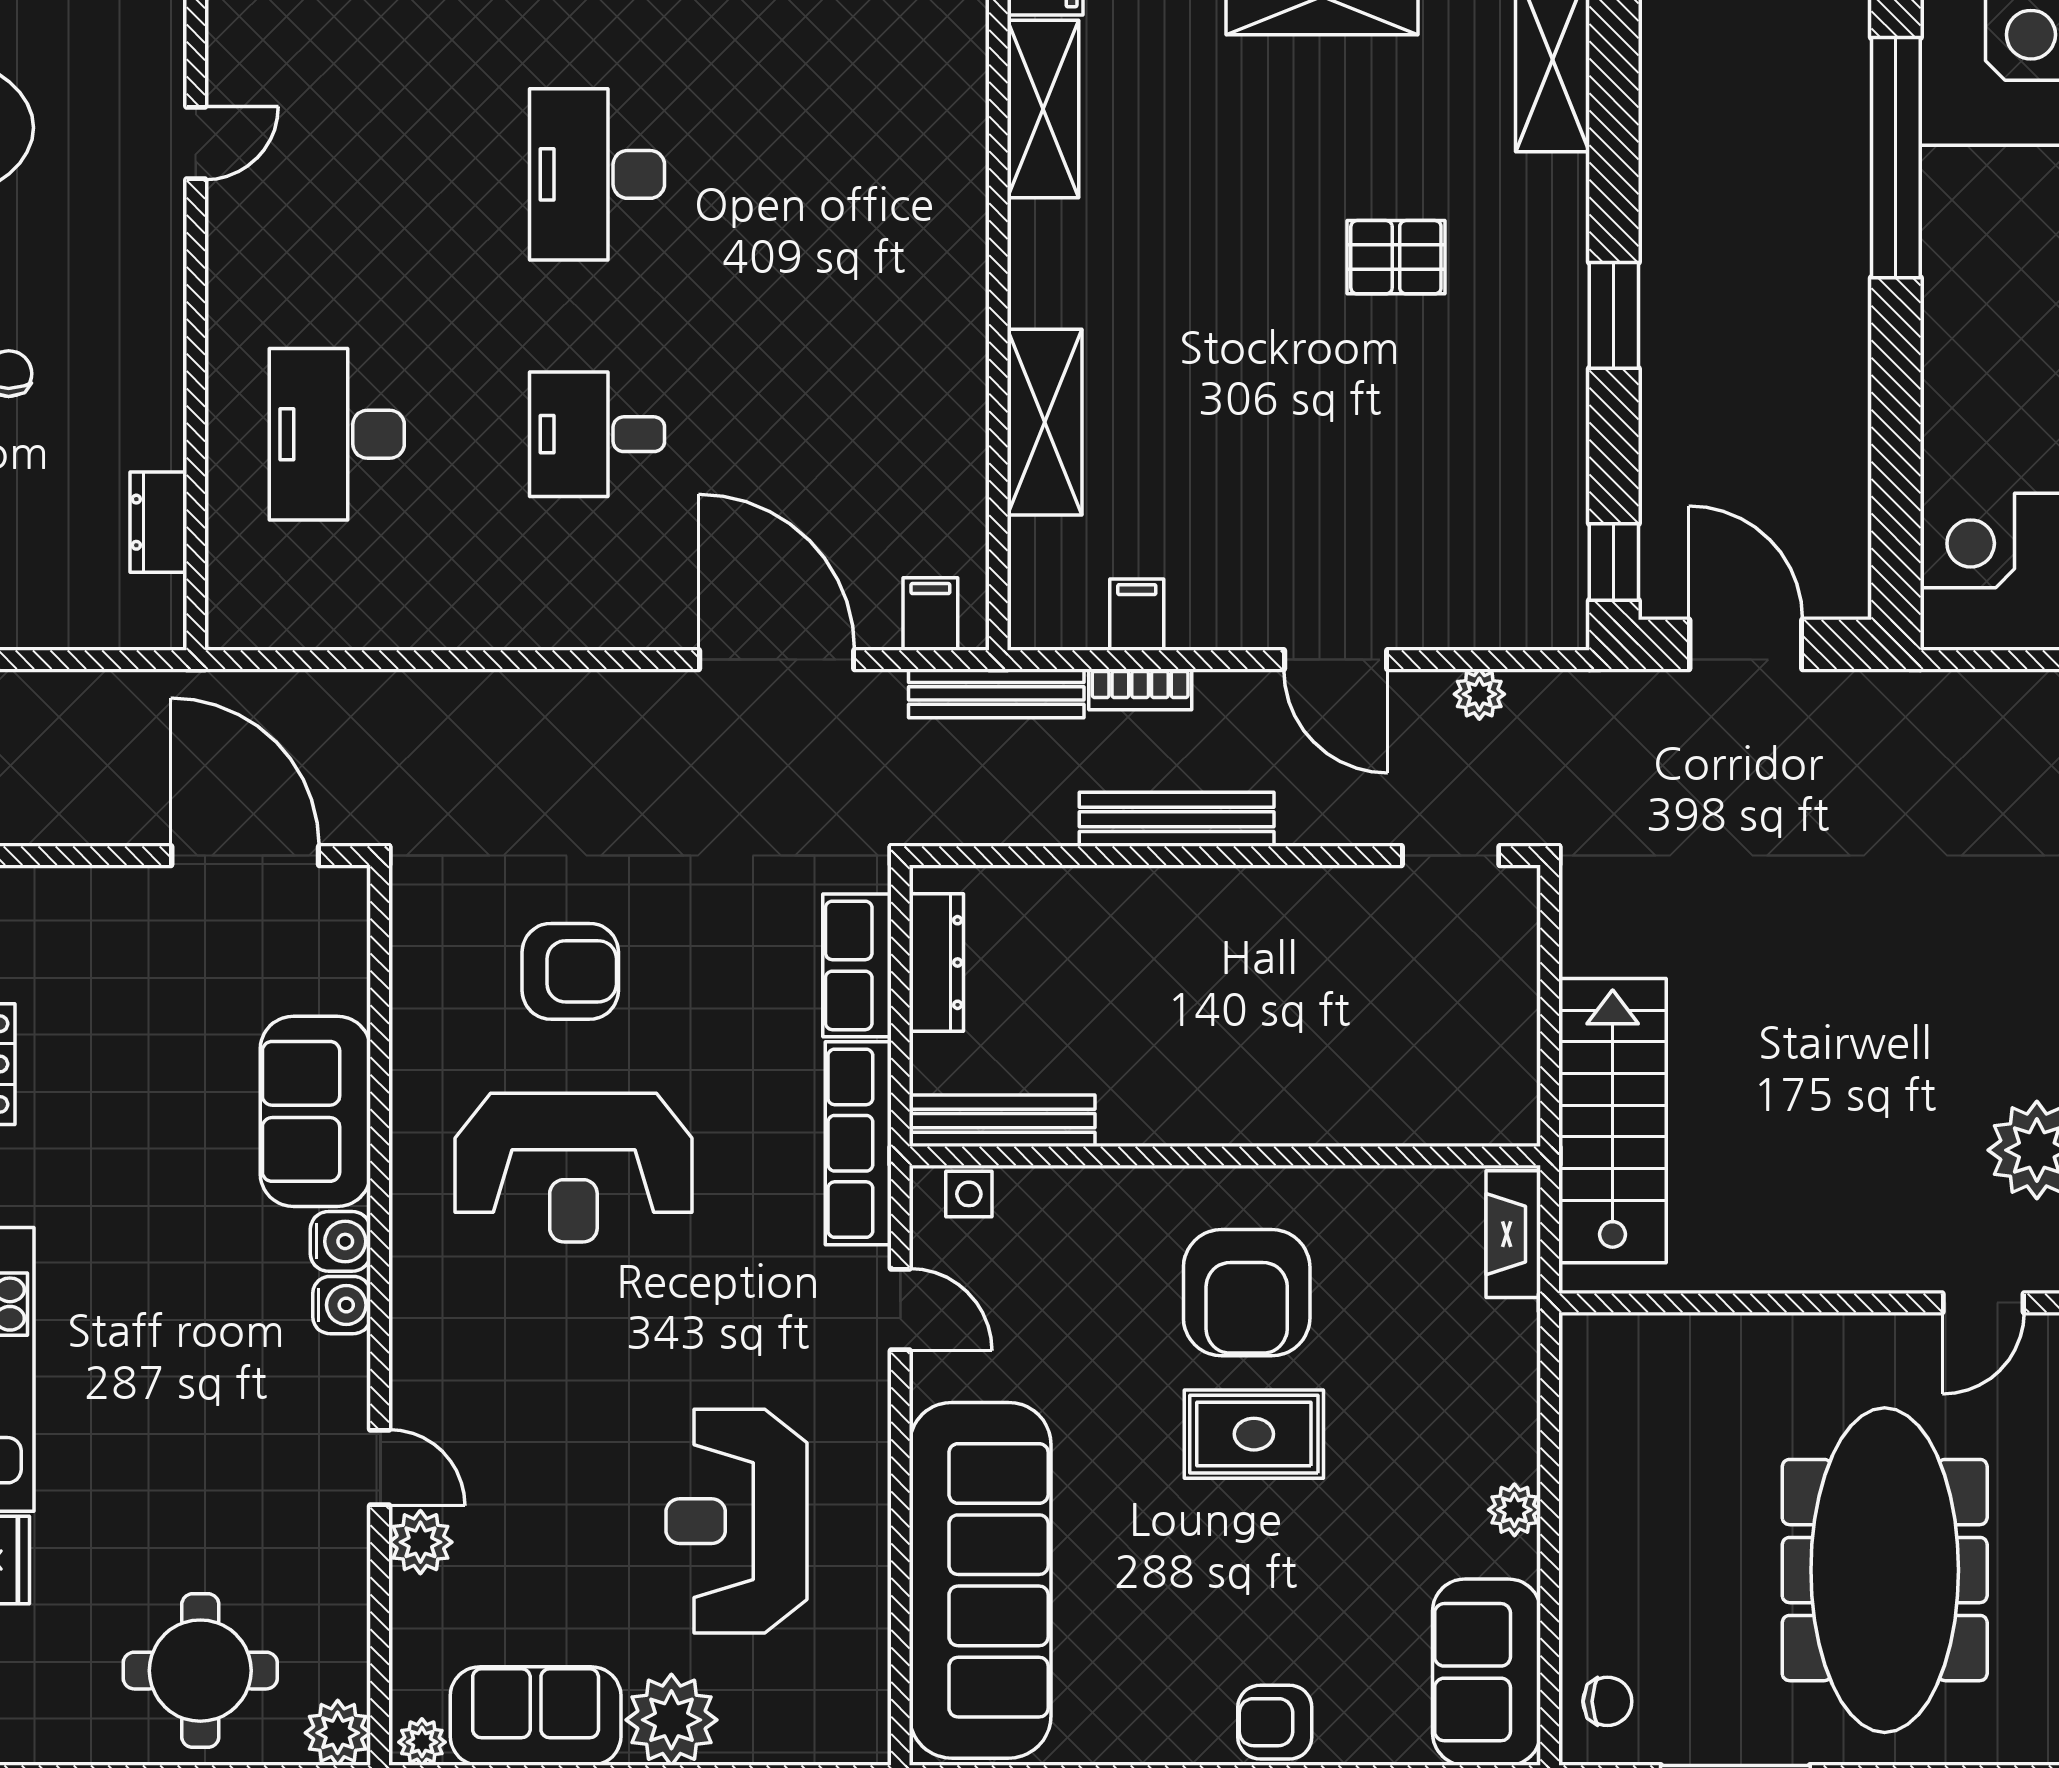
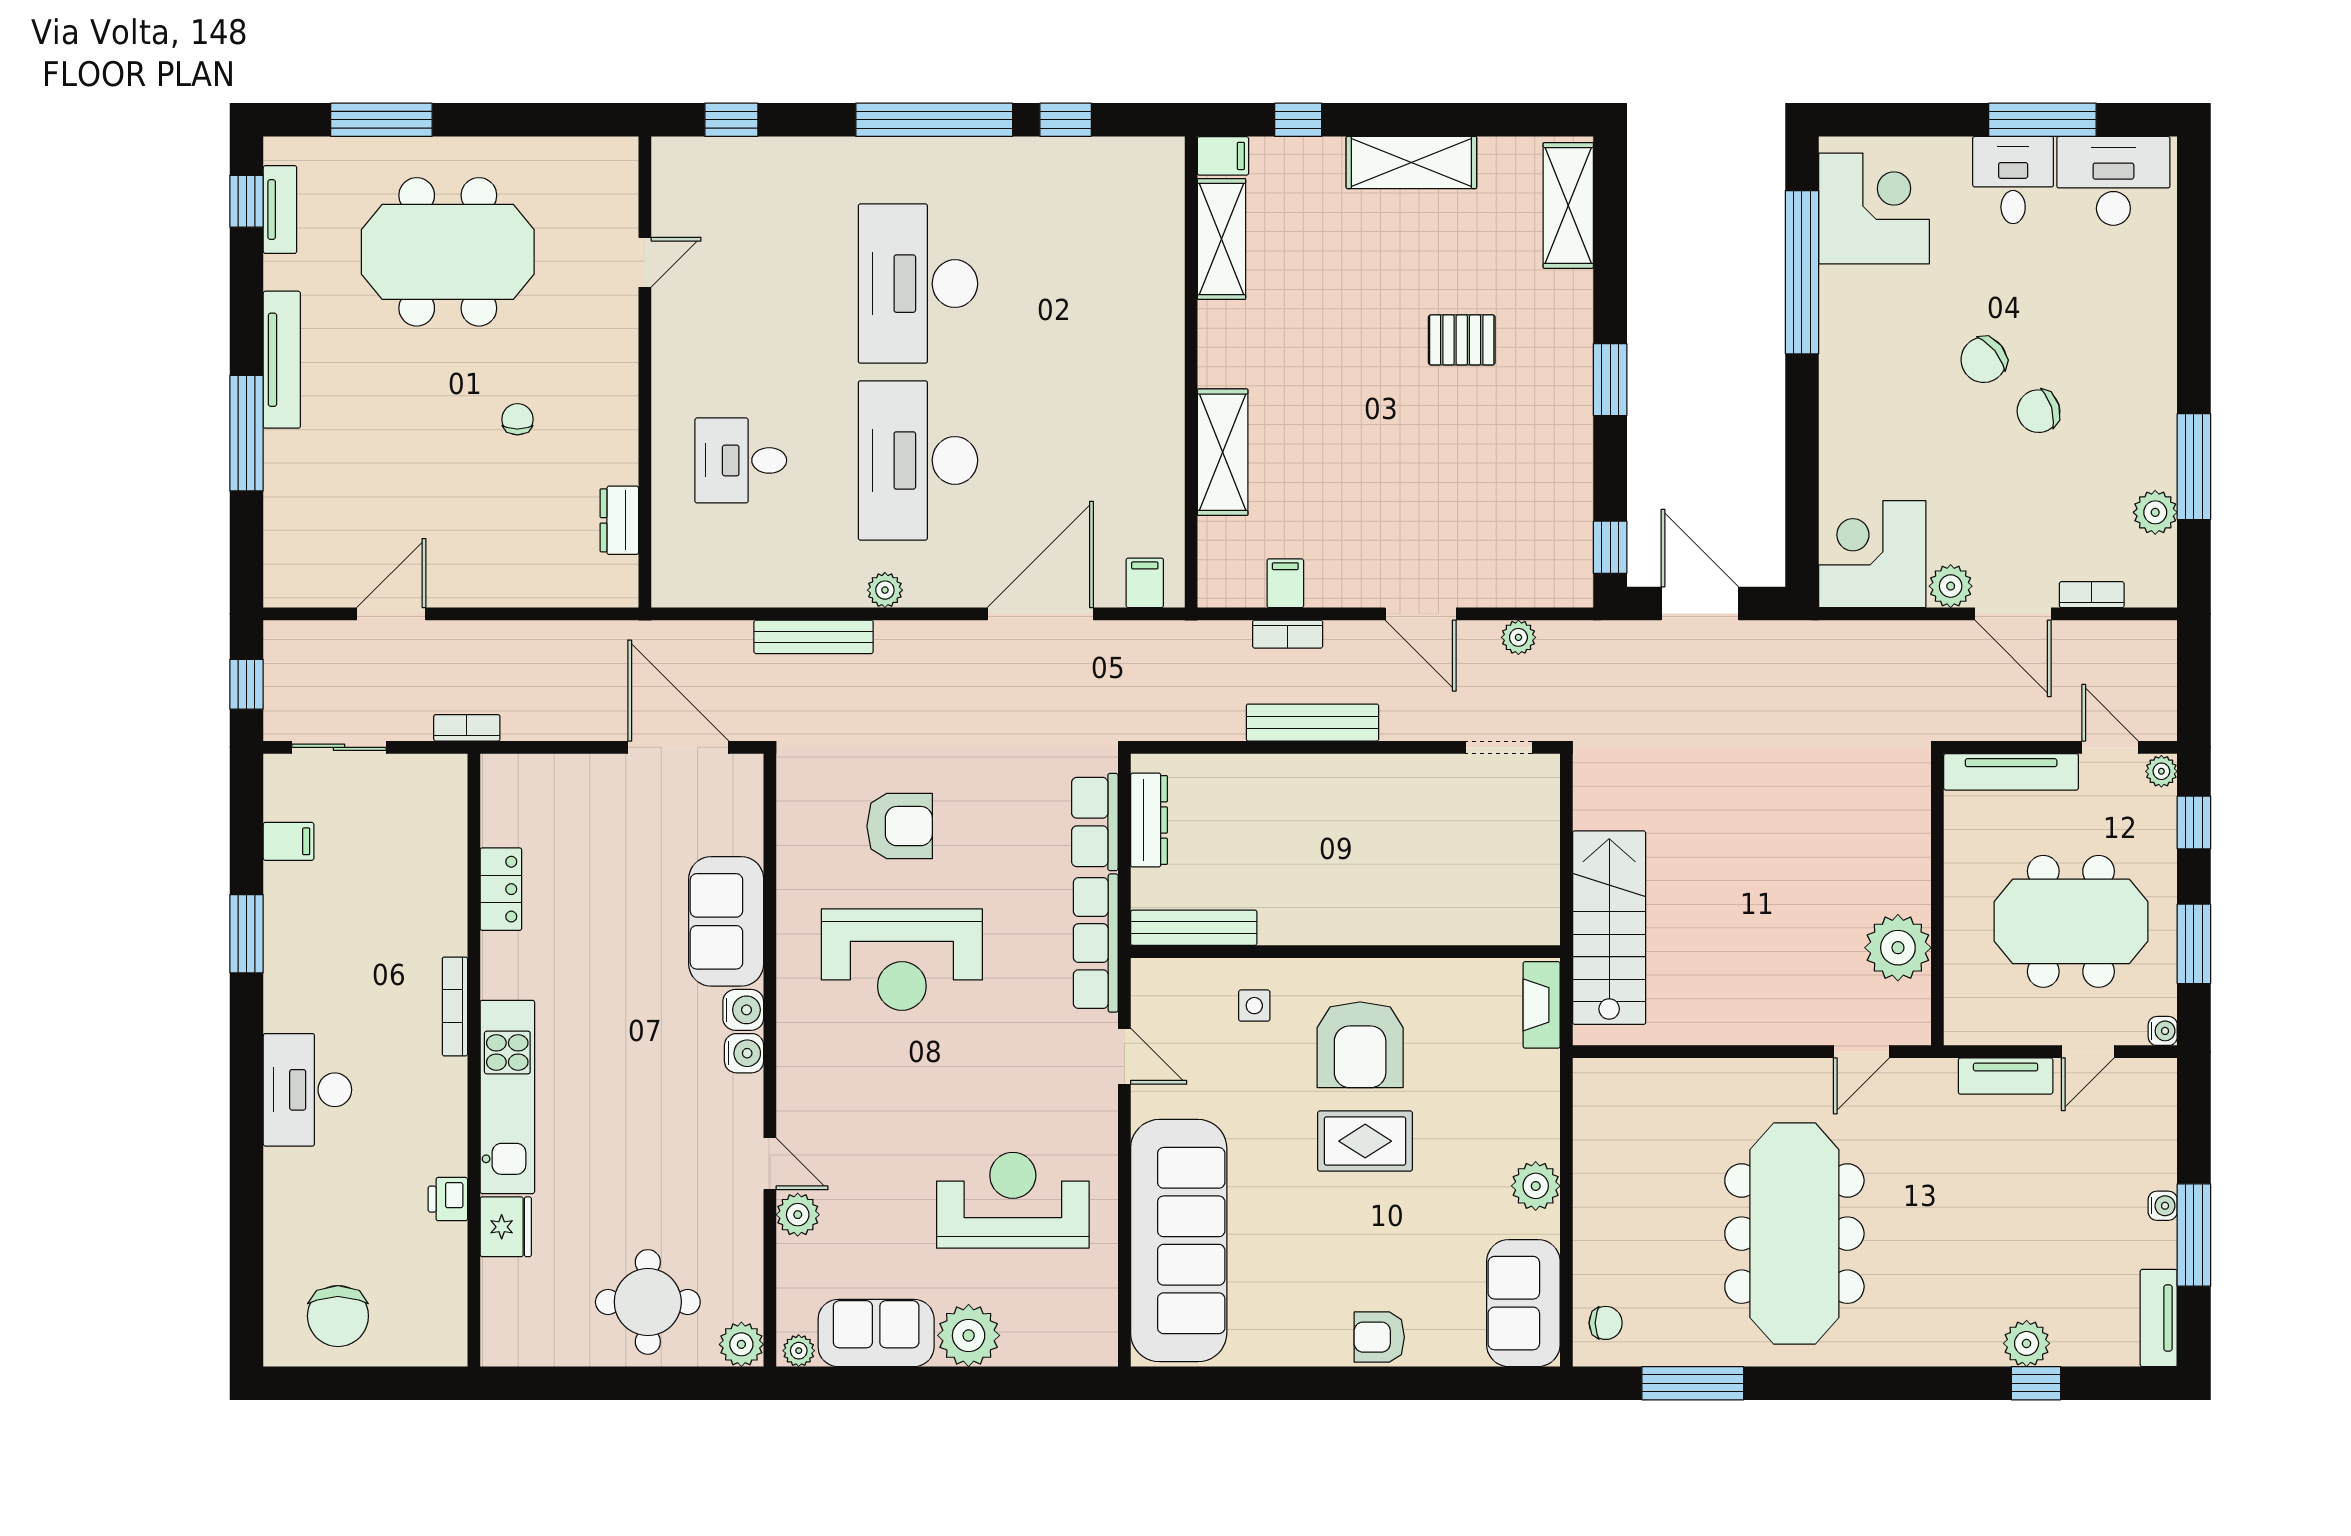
desk: (597, 174) -> (918, 284), width x1.36, depth x1.30
desk: (337, 434) -> (741, 460), width x0.73
desk: (597, 434) -> (918, 460), width x1.87, depth x1.30
plant: (549, 625) -> (885, 590), added
door: (777, 660) -> (1040, 614), hinge flipped
bench: (996, 693) -> (814, 637), moved
side table: (969, 1194) -> (1254, 1006), moved
plant: (1514, 1510) -> (1536, 1186), width x1.38, depth x1.38
reception desk: (737, 1521) -> (1013, 1200), turned 90

